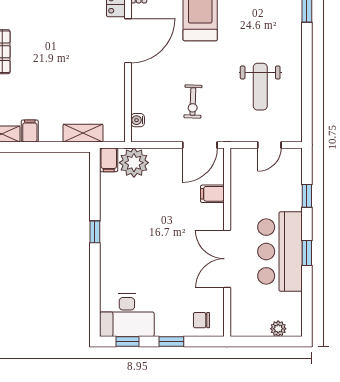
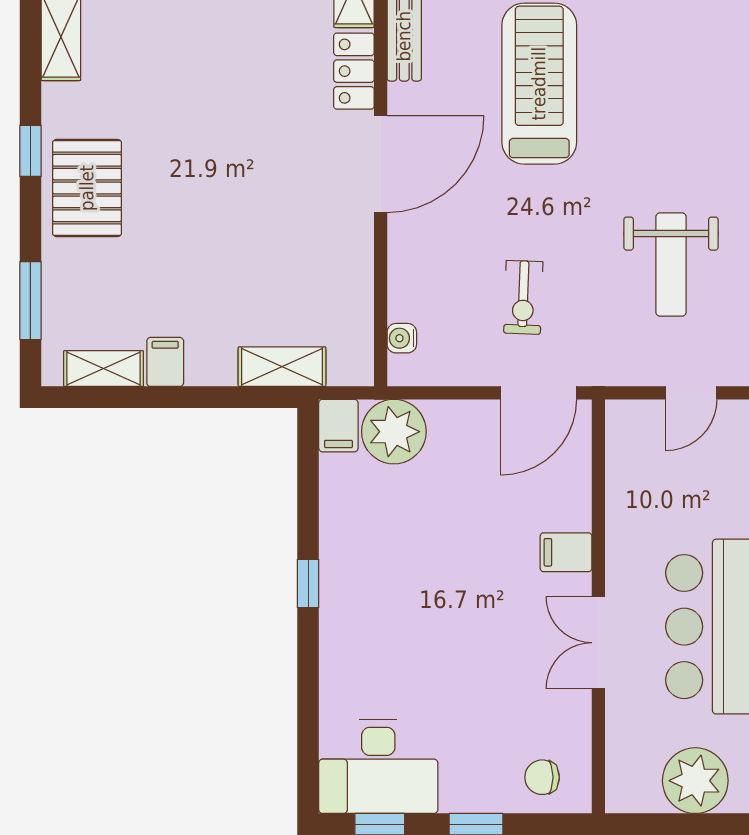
filing cabinet: (212, 194) -> (566, 552), moved
double door: (227, 259) -> (598, 643), width x0.73
plant: (278, 329) -> (695, 781), width x1.87, depth x1.87

